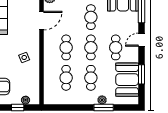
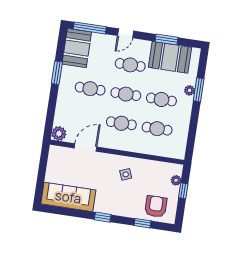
door: (41, 21) -> (85, 147), hinge flipped
door: (141, 40) -> (126, 33), hinge flipped

